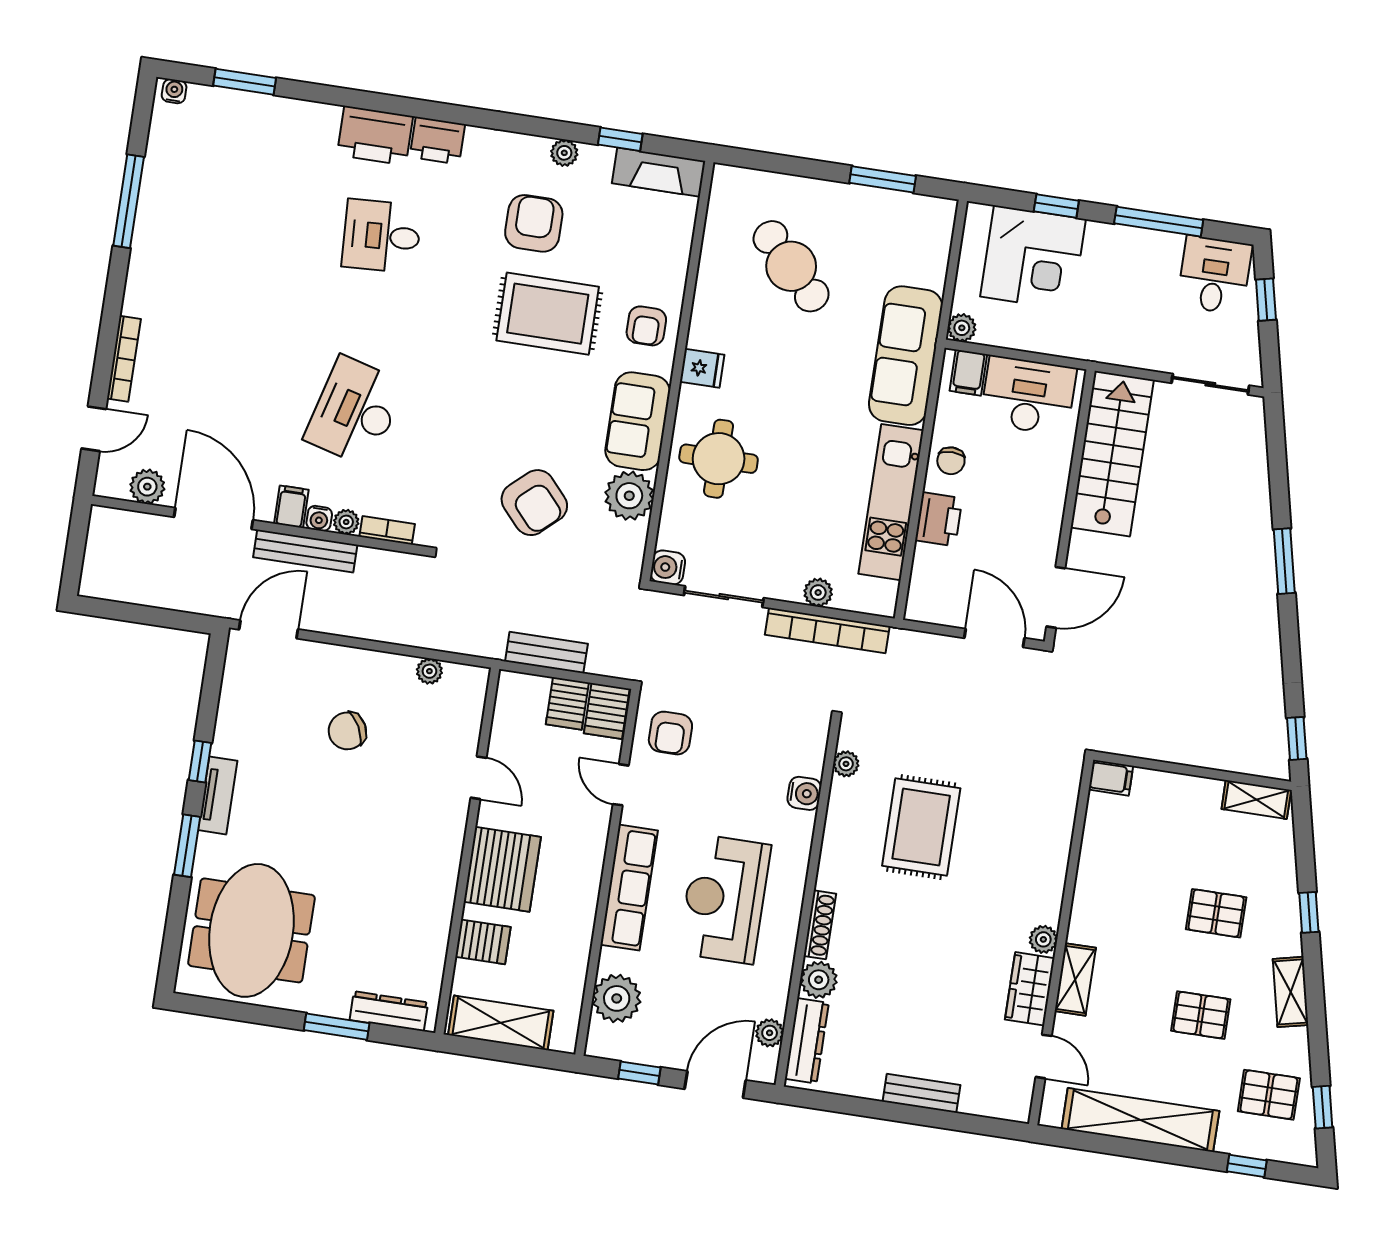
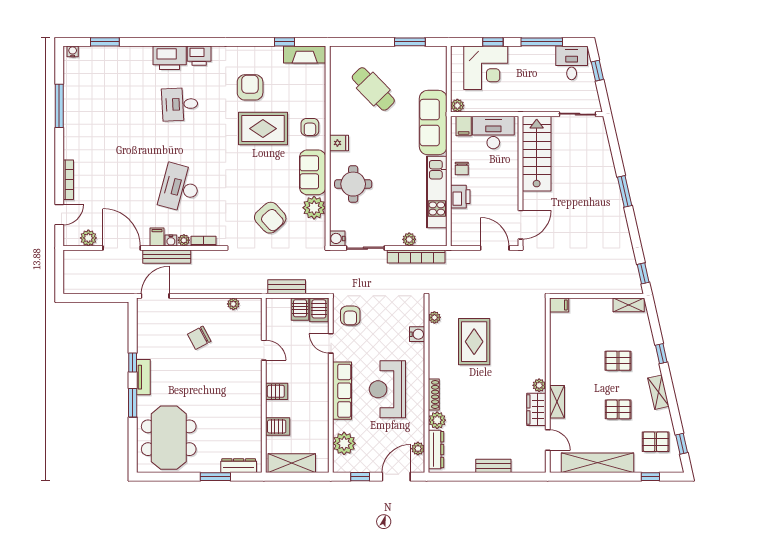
plant: (564, 153) -> (259, 52), removed
server rack: (502, 869) -> (277, 391), width x0.46, depth x0.70

